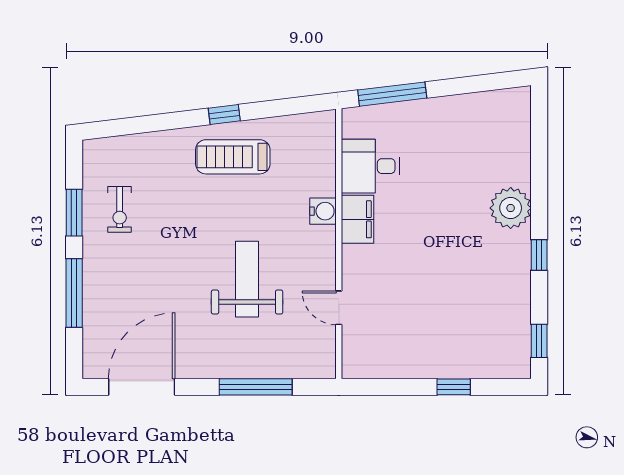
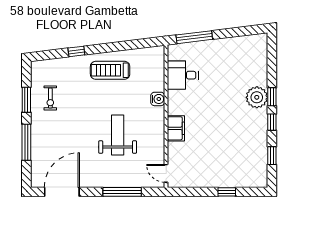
window: (224, 114) -> (76, 51), moved
window: (539, 207) -> (272, 97), added
filing cabinet: (358, 219) -> (176, 128), moved
door: (339, 308) -> (166, 173), moved
window: (539, 341) -> (272, 156), moved

